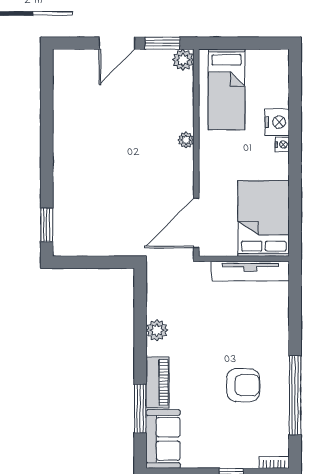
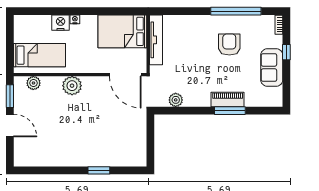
plant: (183, 60) -> (33, 83), moved
plant: (186, 140) -> (72, 86), width x1.87, depth x1.87
window: (47, 225) -> (99, 170), moved
plant: (157, 330) -> (176, 100), moved
window: (140, 409) -> (230, 111), moved
sofa: (163, 439) -> (272, 67), moved, turned -90

